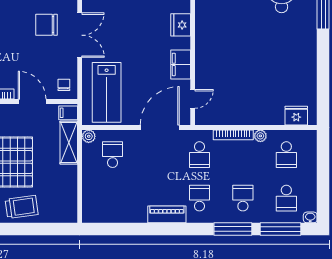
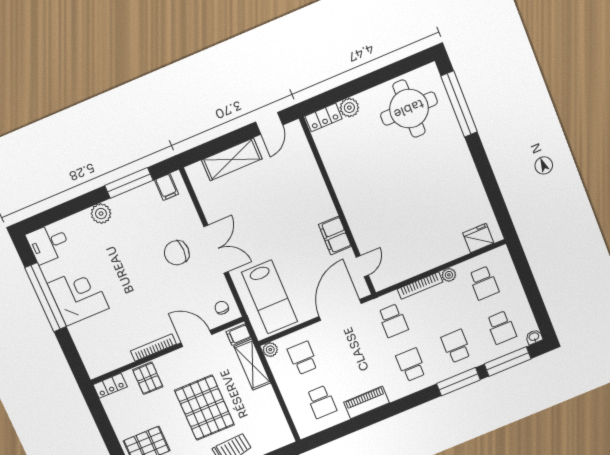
fridge: (181, 25) -> (318, 194), removed
school desk: (113, 198) -> (321, 402), added
piano: (167, 214) -> (367, 402), moved

